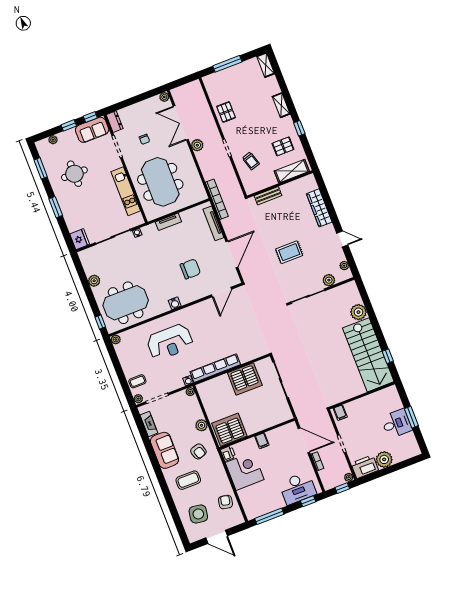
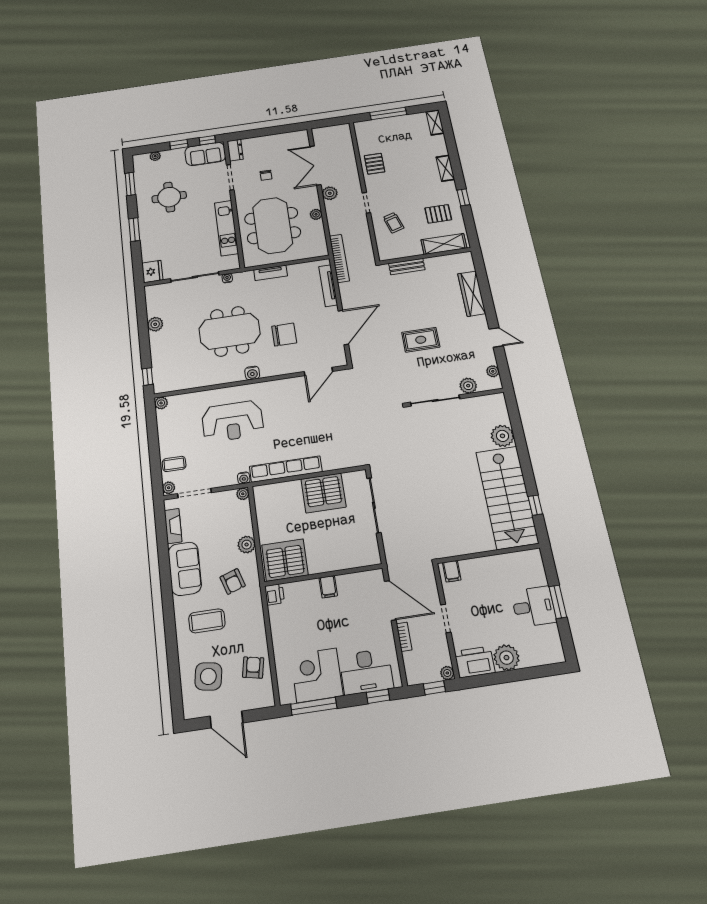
plant: (164, 97) -> (316, 214), moved
meeting table: (126, 303) -> (230, 331), moved
corner desk: (245, 471) -> (317, 675), moved, turned -90

